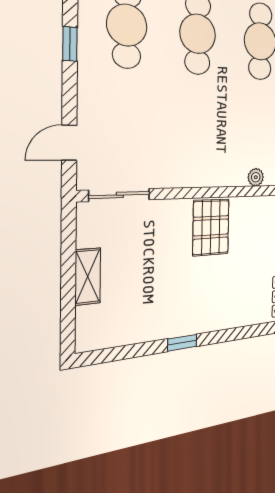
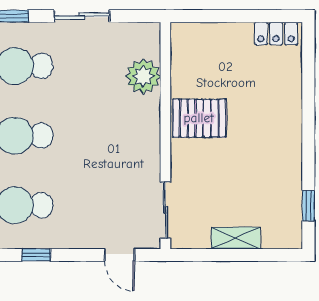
plant: (256, 177) -> (143, 76), width x1.88, depth x1.88
window: (182, 343) -> (308, 206), moved

